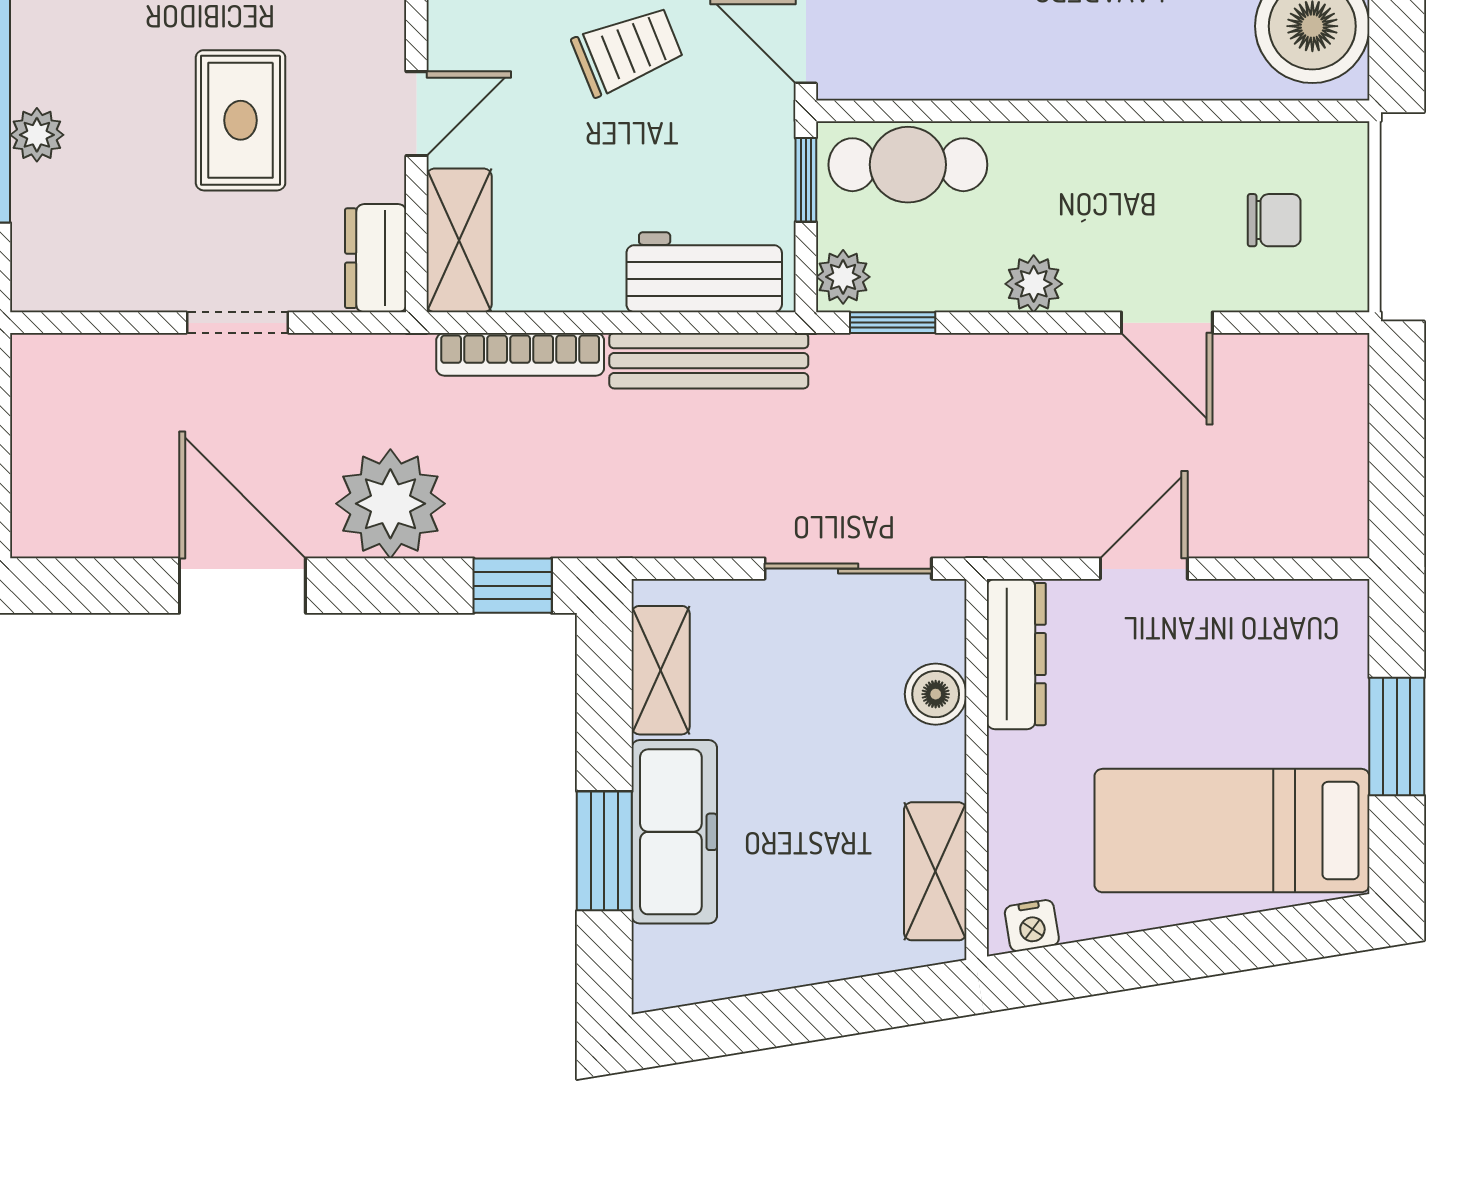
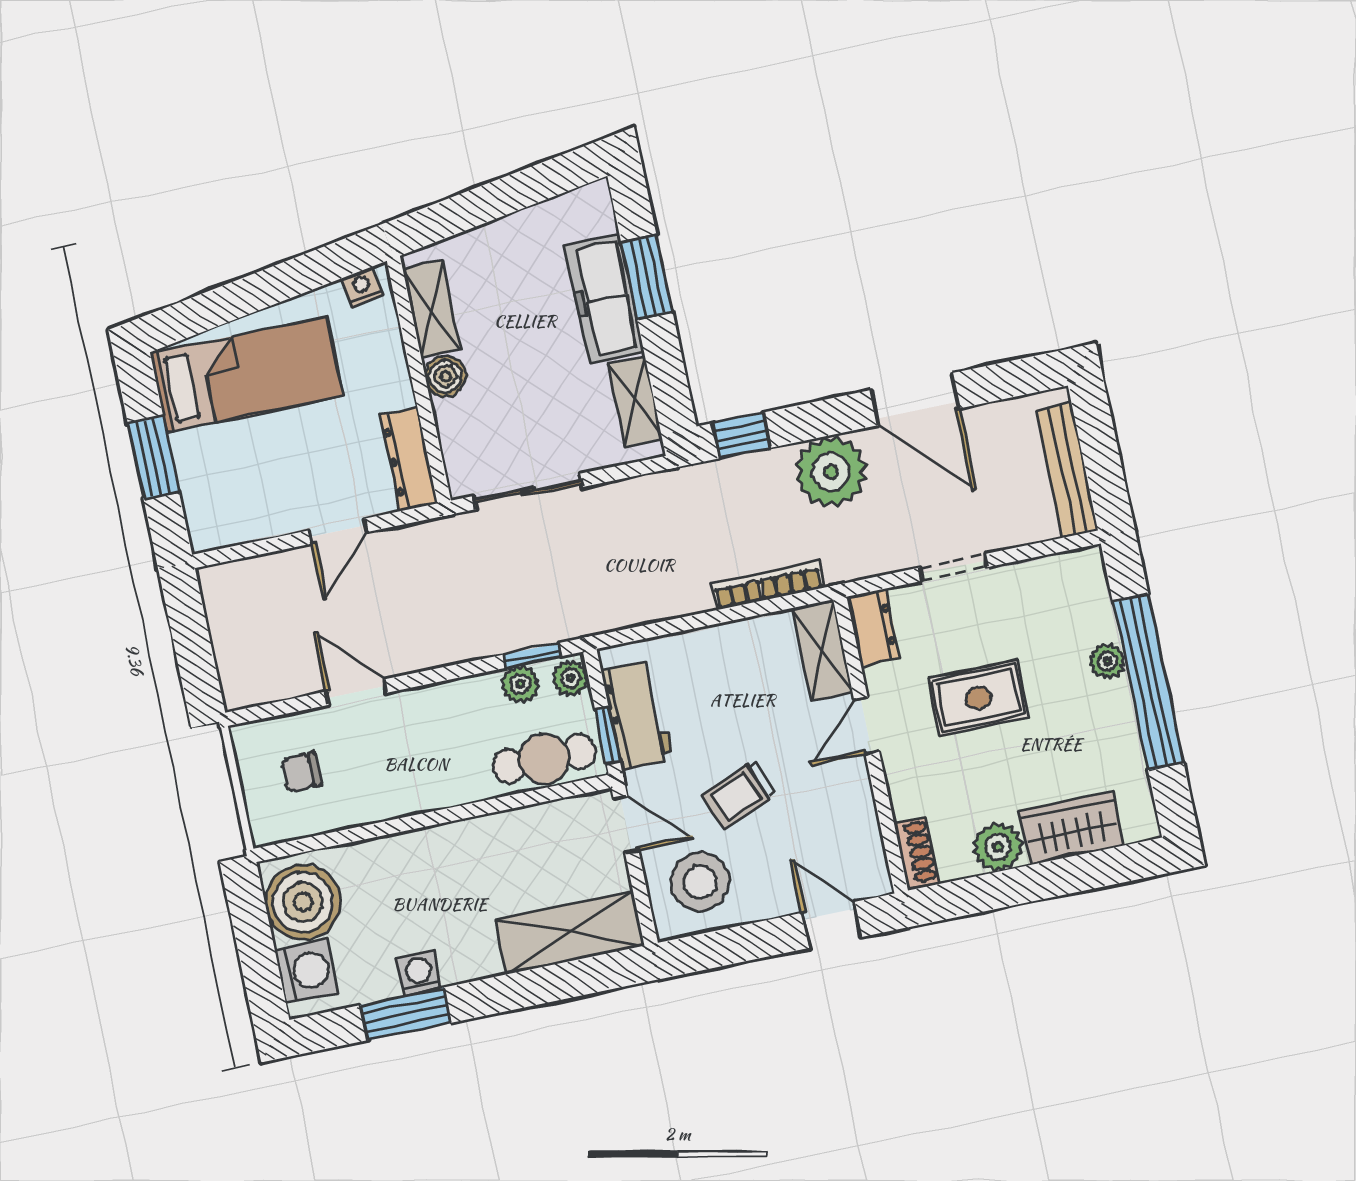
rug: (241, 120) -> (979, 698), turned 90
workbench: (704, 272) -> (637, 715), moved, turned -90
plant: (1034, 284) -> (520, 684), moved
bench: (709, 361) -> (1067, 470), moved, turned 90
boiler: (936, 694) -> (445, 376), moved

